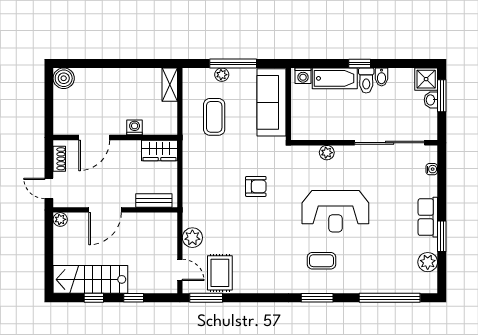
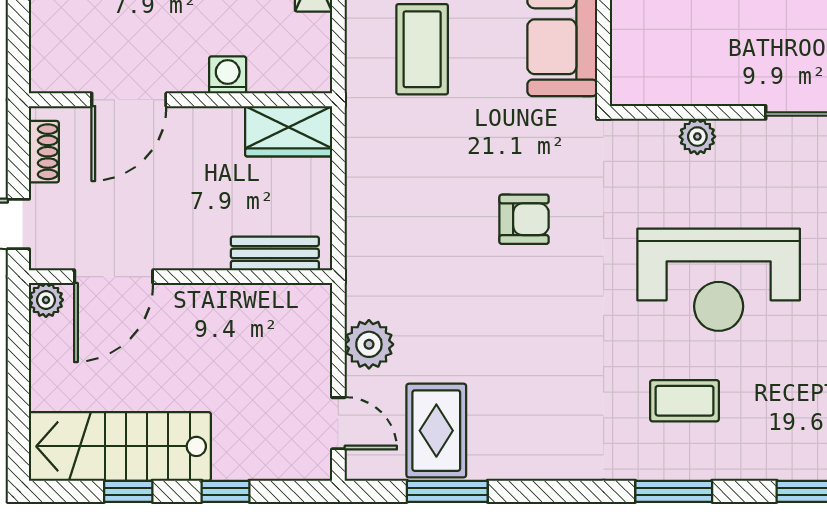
door: (105, 210) -> (114, 277), moved
window: (206, 298) -> (447, 491), moved

